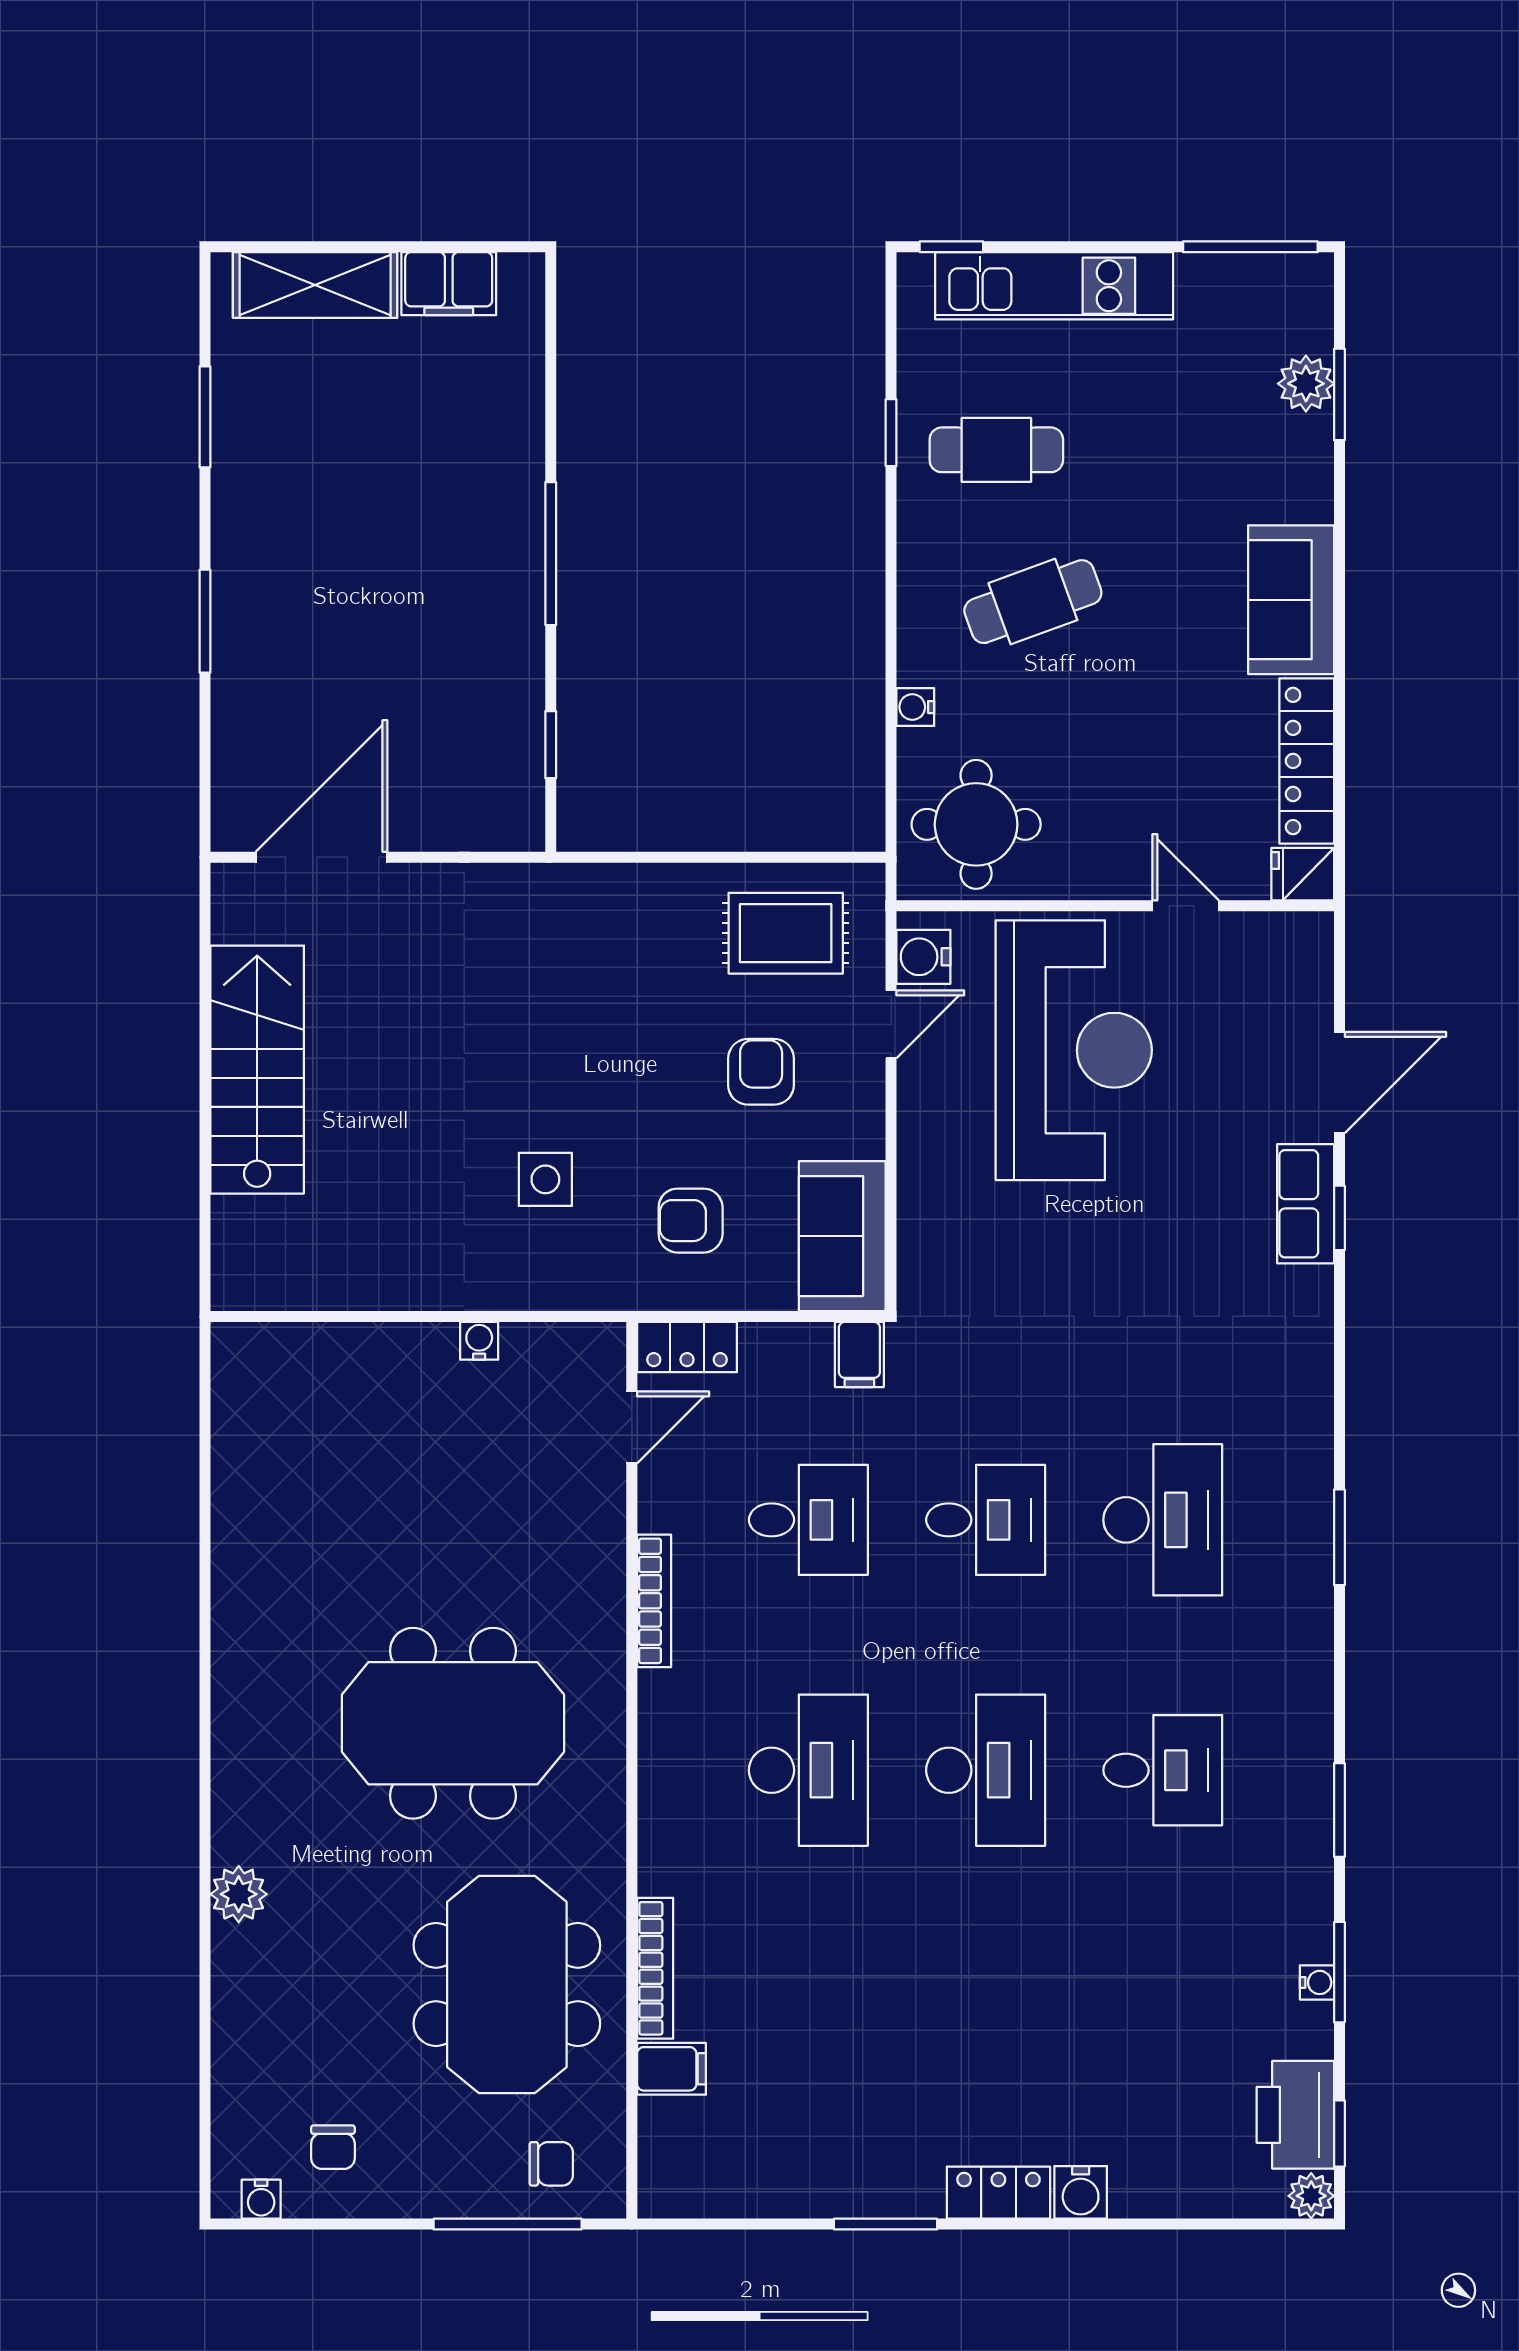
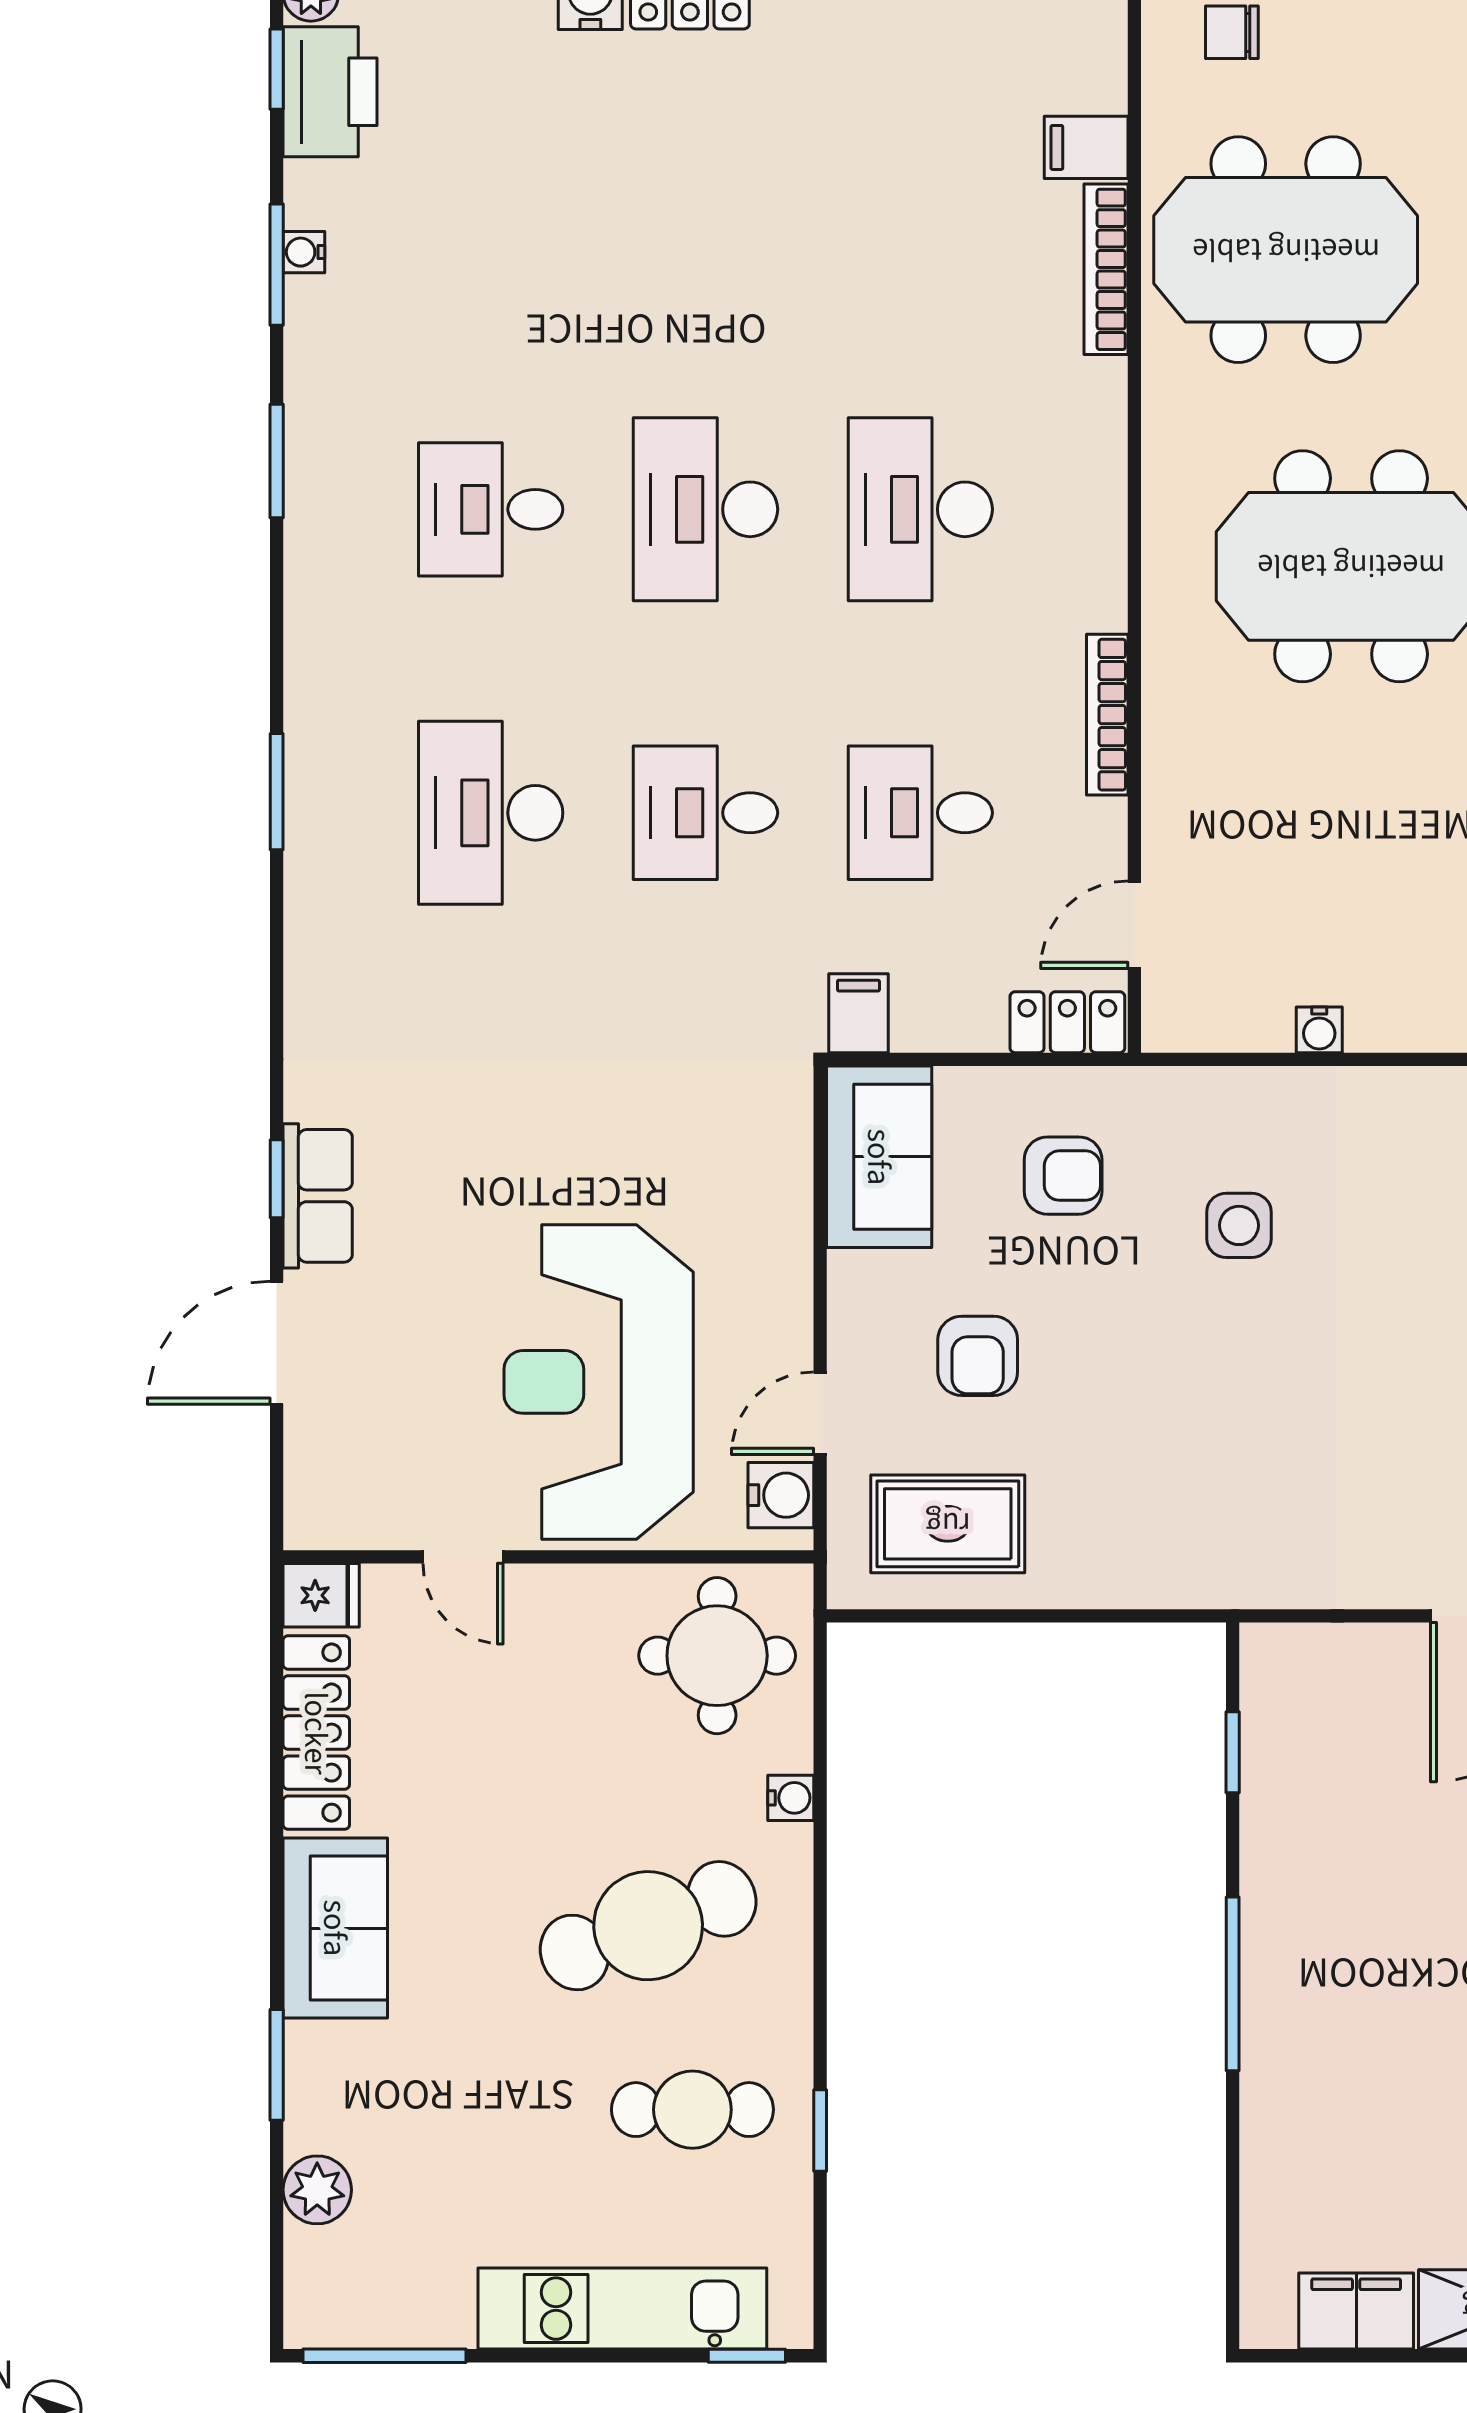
window: (1339, 394) -> (277, 2065), moved
cafe table: (1033, 602) -> (648, 1926), width x1.37, depth x1.35
meeting table: (507, 1984) -> (1286, 250), turned 90

